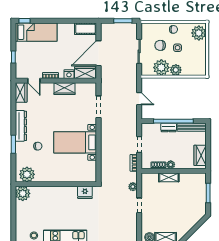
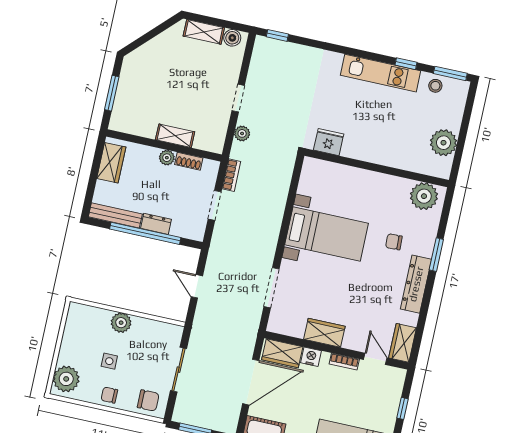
chair: (160, 45) -> (148, 400), moved
plant: (161, 68) -> (146, 333), removed
plant: (23, 193) -> (444, 143), moved

